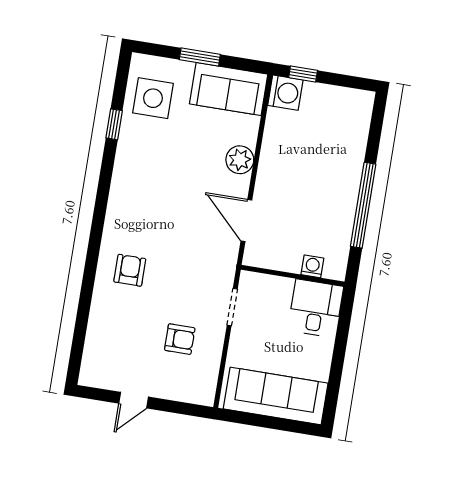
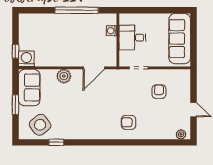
side table: (153, 98) -> (40, 125), turned -38
desk: (316, 308) -> (132, 38), moved
plant: (90, 368) -> (181, 134), added

